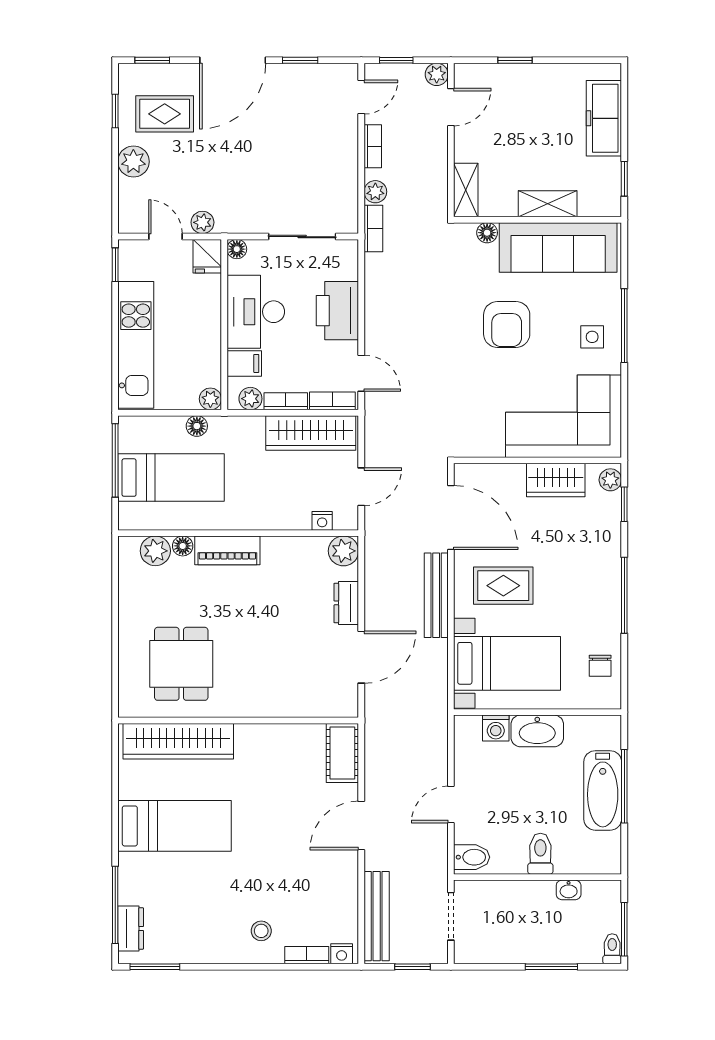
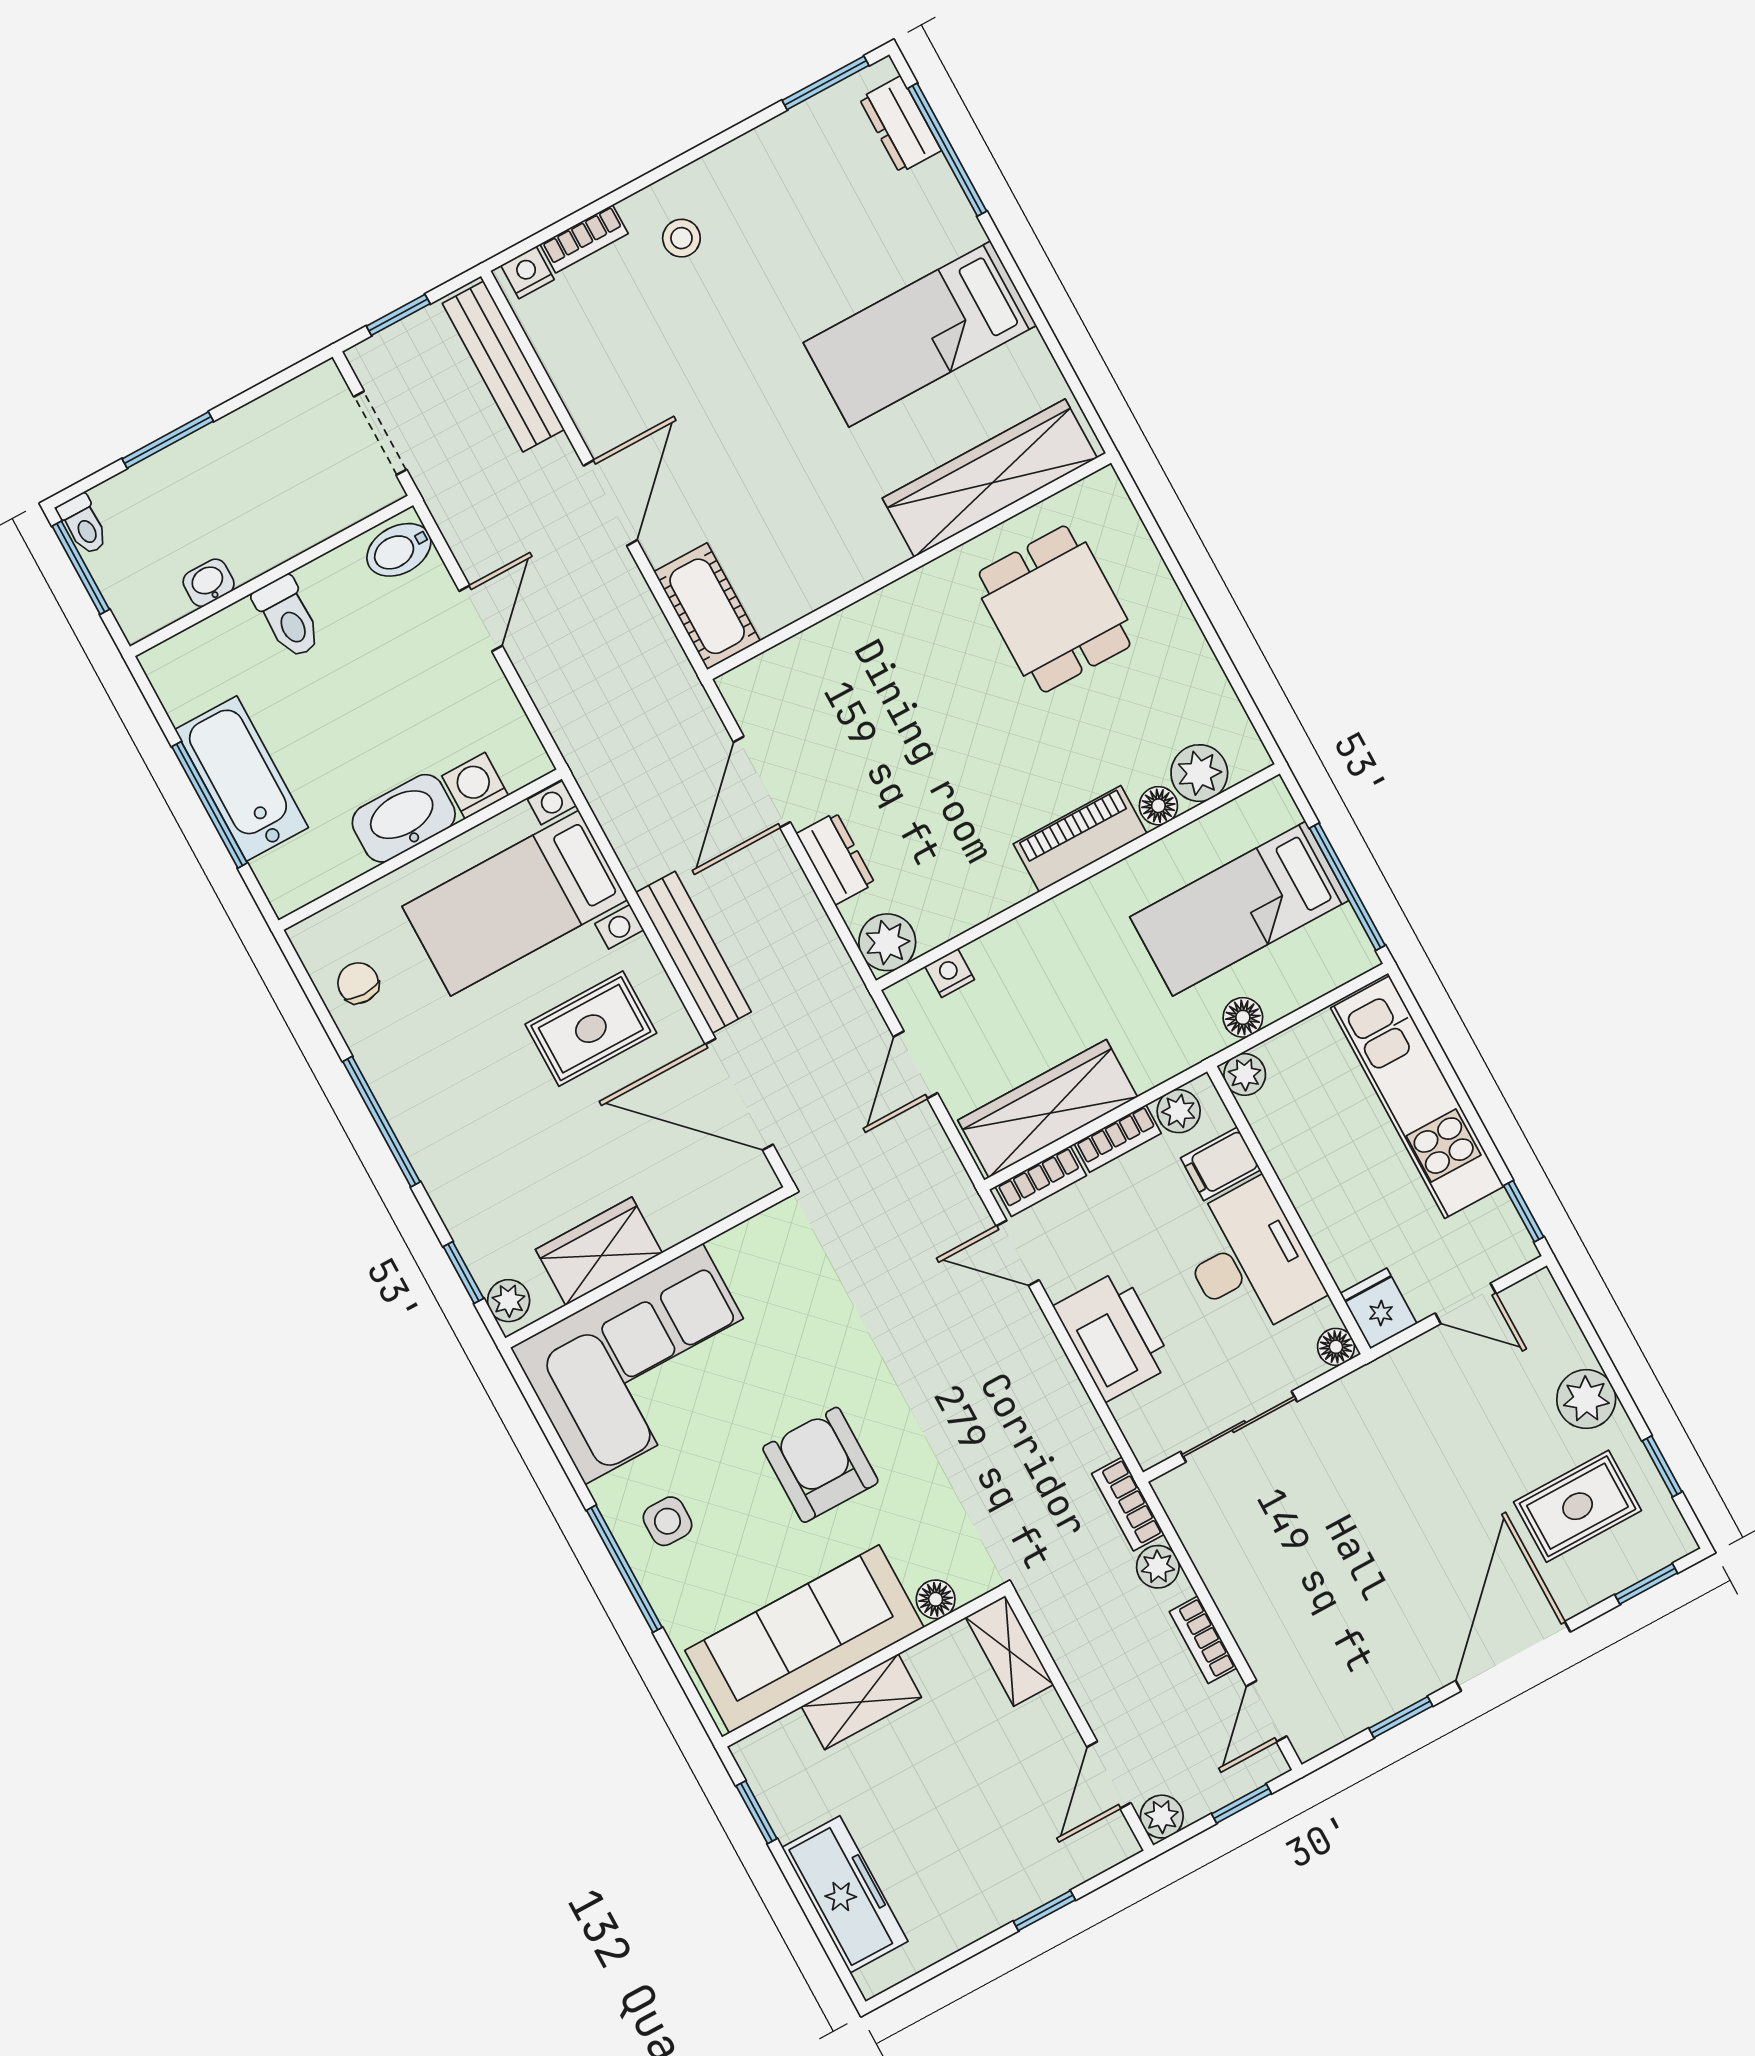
plant: (202, 222) -> (1417, 1360), removed

